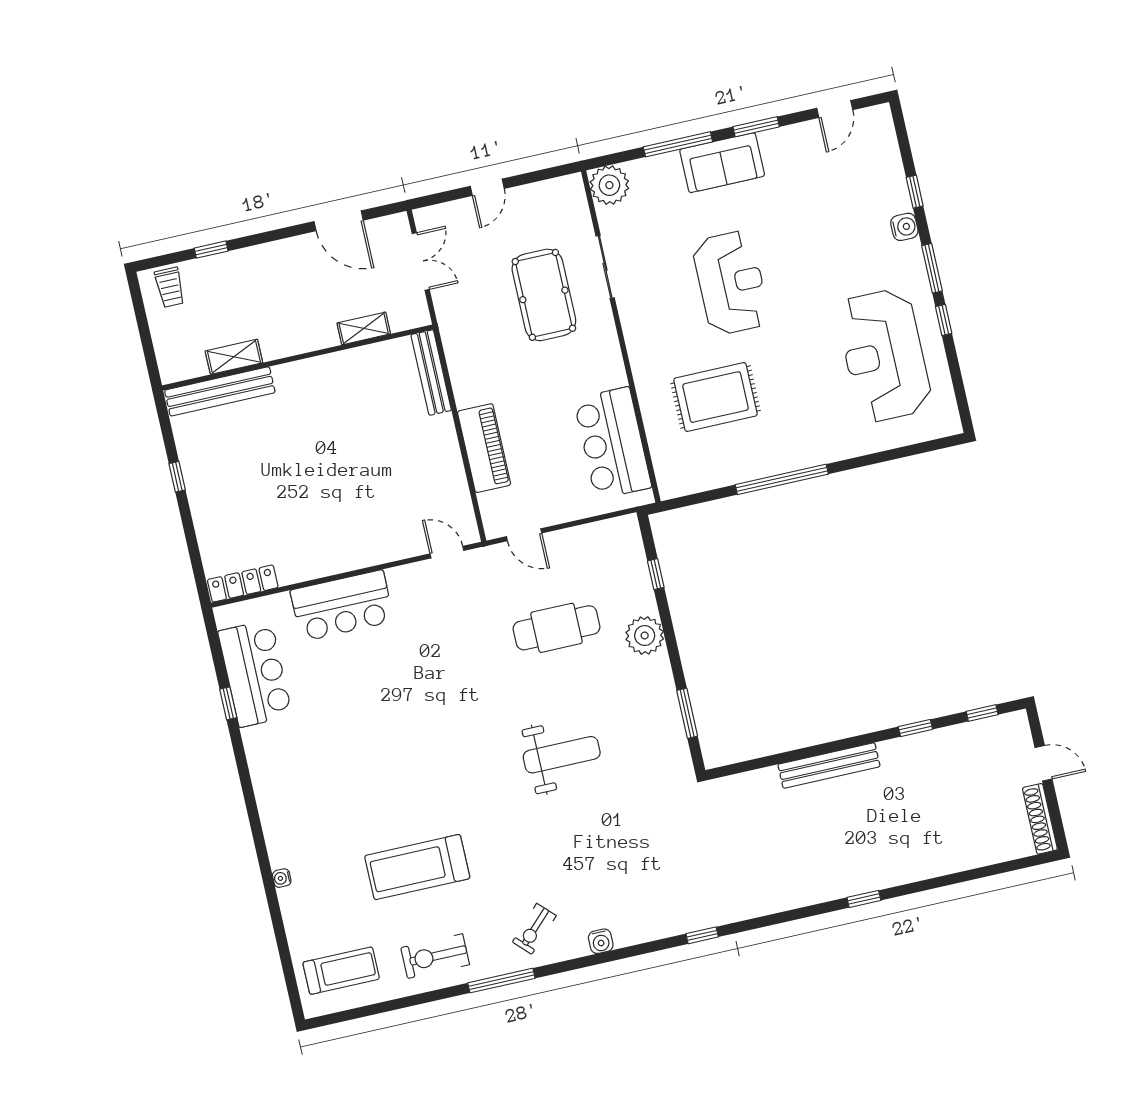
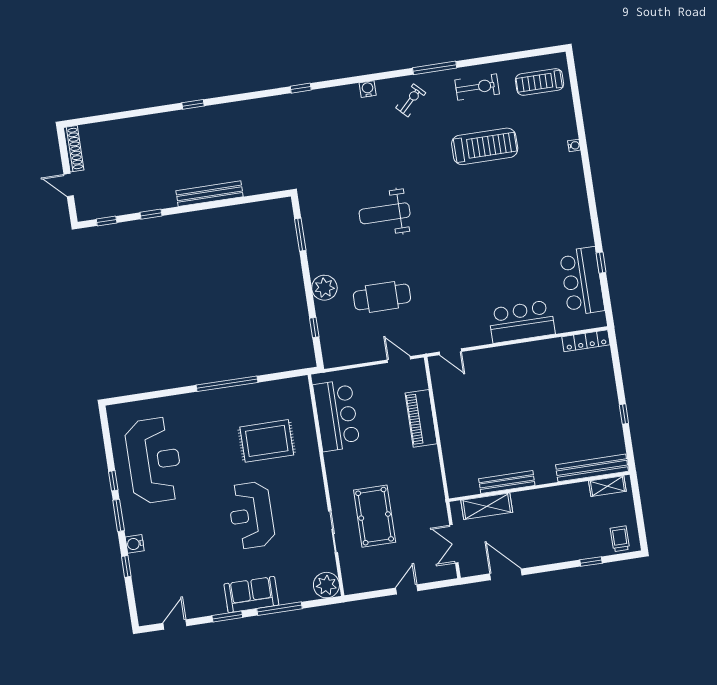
shelving: (364, 328) -> (487, 506), width x1.50, depth x1.33
shelving: (234, 357) -> (607, 486), moved
bench: (431, 373) -> (507, 482), moved, turned 90

